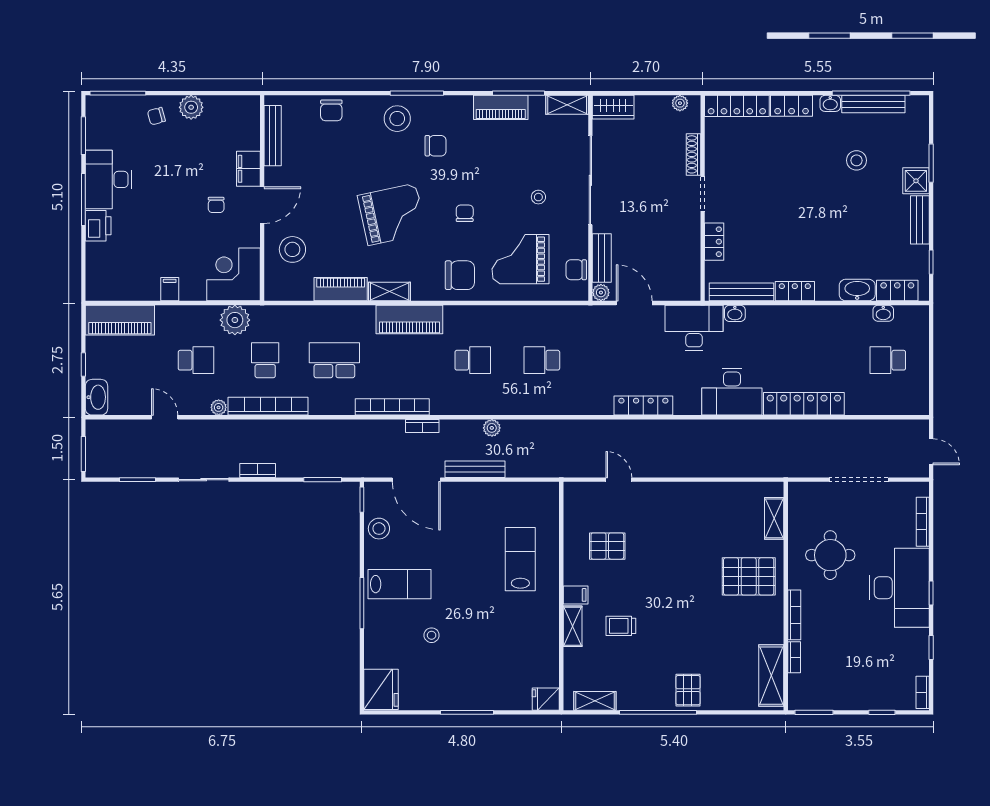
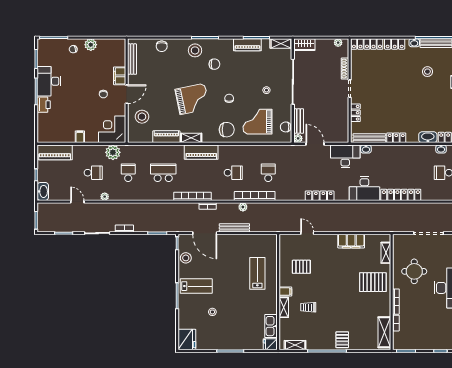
school desk: (542, 360) -> (268, 173), turned 90
bookcase: (268, 406) -> (255, 196), moved
filing cabinet: (706, 495) -> (351, 241), added
kitchen sink: (547, 663) -> (271, 326), added

